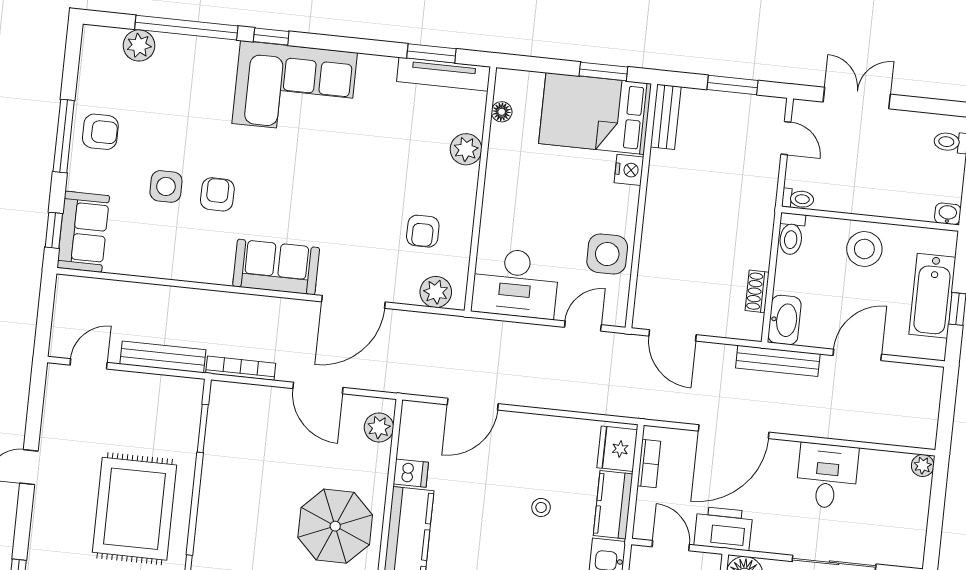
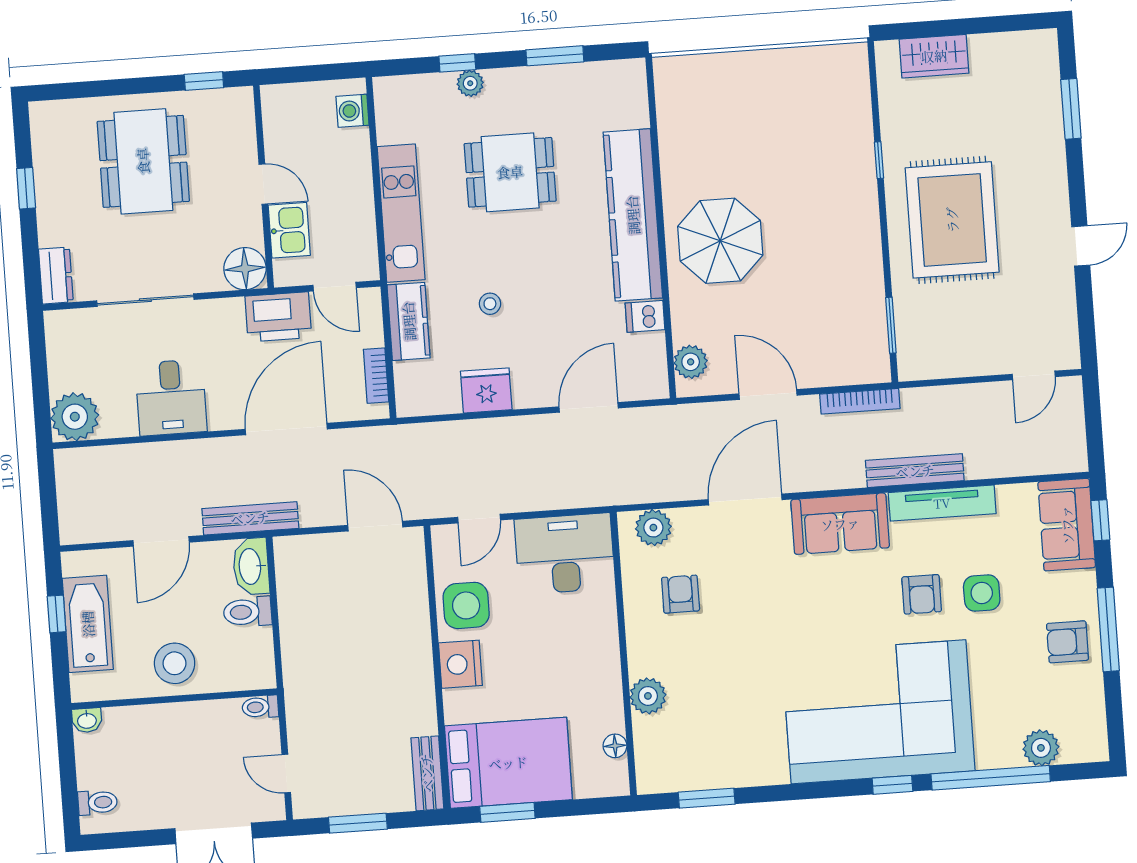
tv unit: (444, 74) -> (942, 503), moved, turned 180
corner sofa: (295, 88) -> (878, 712), width x1.36, depth x1.36
nightstand: (629, 170) -> (460, 664), moved, width x1.36, depth x1.33
toilet: (791, 234) -> (248, 612), moved, turned -90
shoe rack: (757, 291) -> (288, 593), removed
bench: (163, 357) -> (915, 471), moved
fridge: (617, 449) -> (486, 390), moved, turned -90
plant: (923, 466) -> (75, 417), width x1.88, depth x1.88

